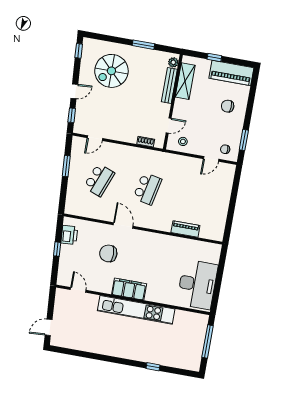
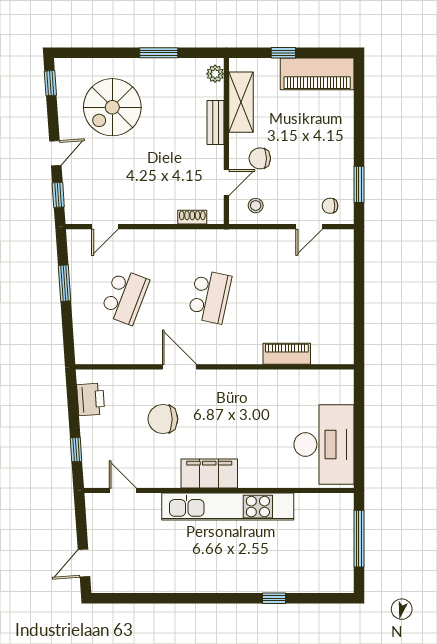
bench: (169, 86) -> (215, 122), width x0.73
chair: (228, 106) -> (260, 158), moved
window: (57, 249) -> (76, 450), moved

